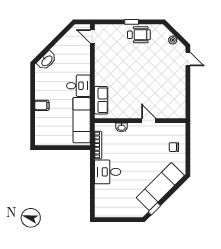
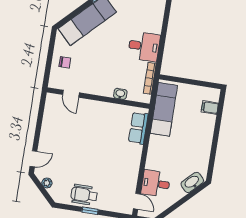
door: (188, 59) -> (33, 159), swing flipped
desk: (78, 86) -> (156, 184), moved
filing cabinet: (42, 105) -> (210, 108), moved
door: (149, 121) -> (71, 94), moved

